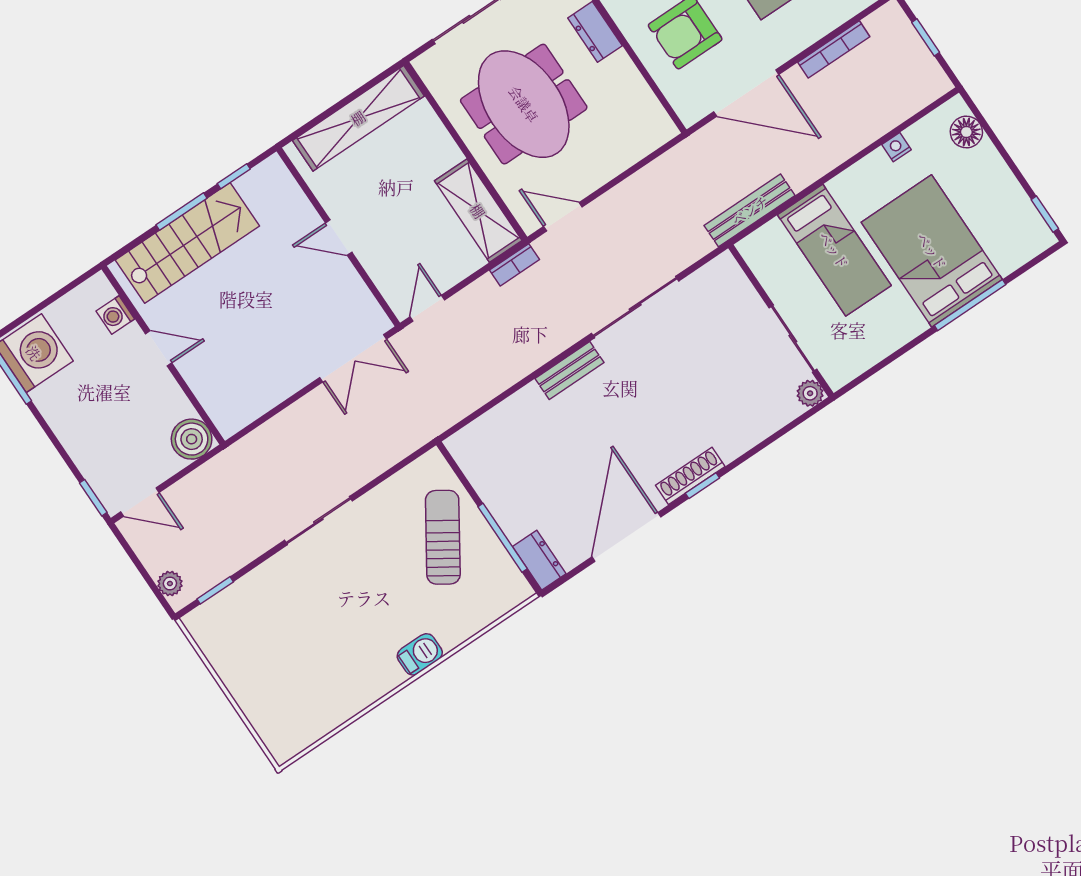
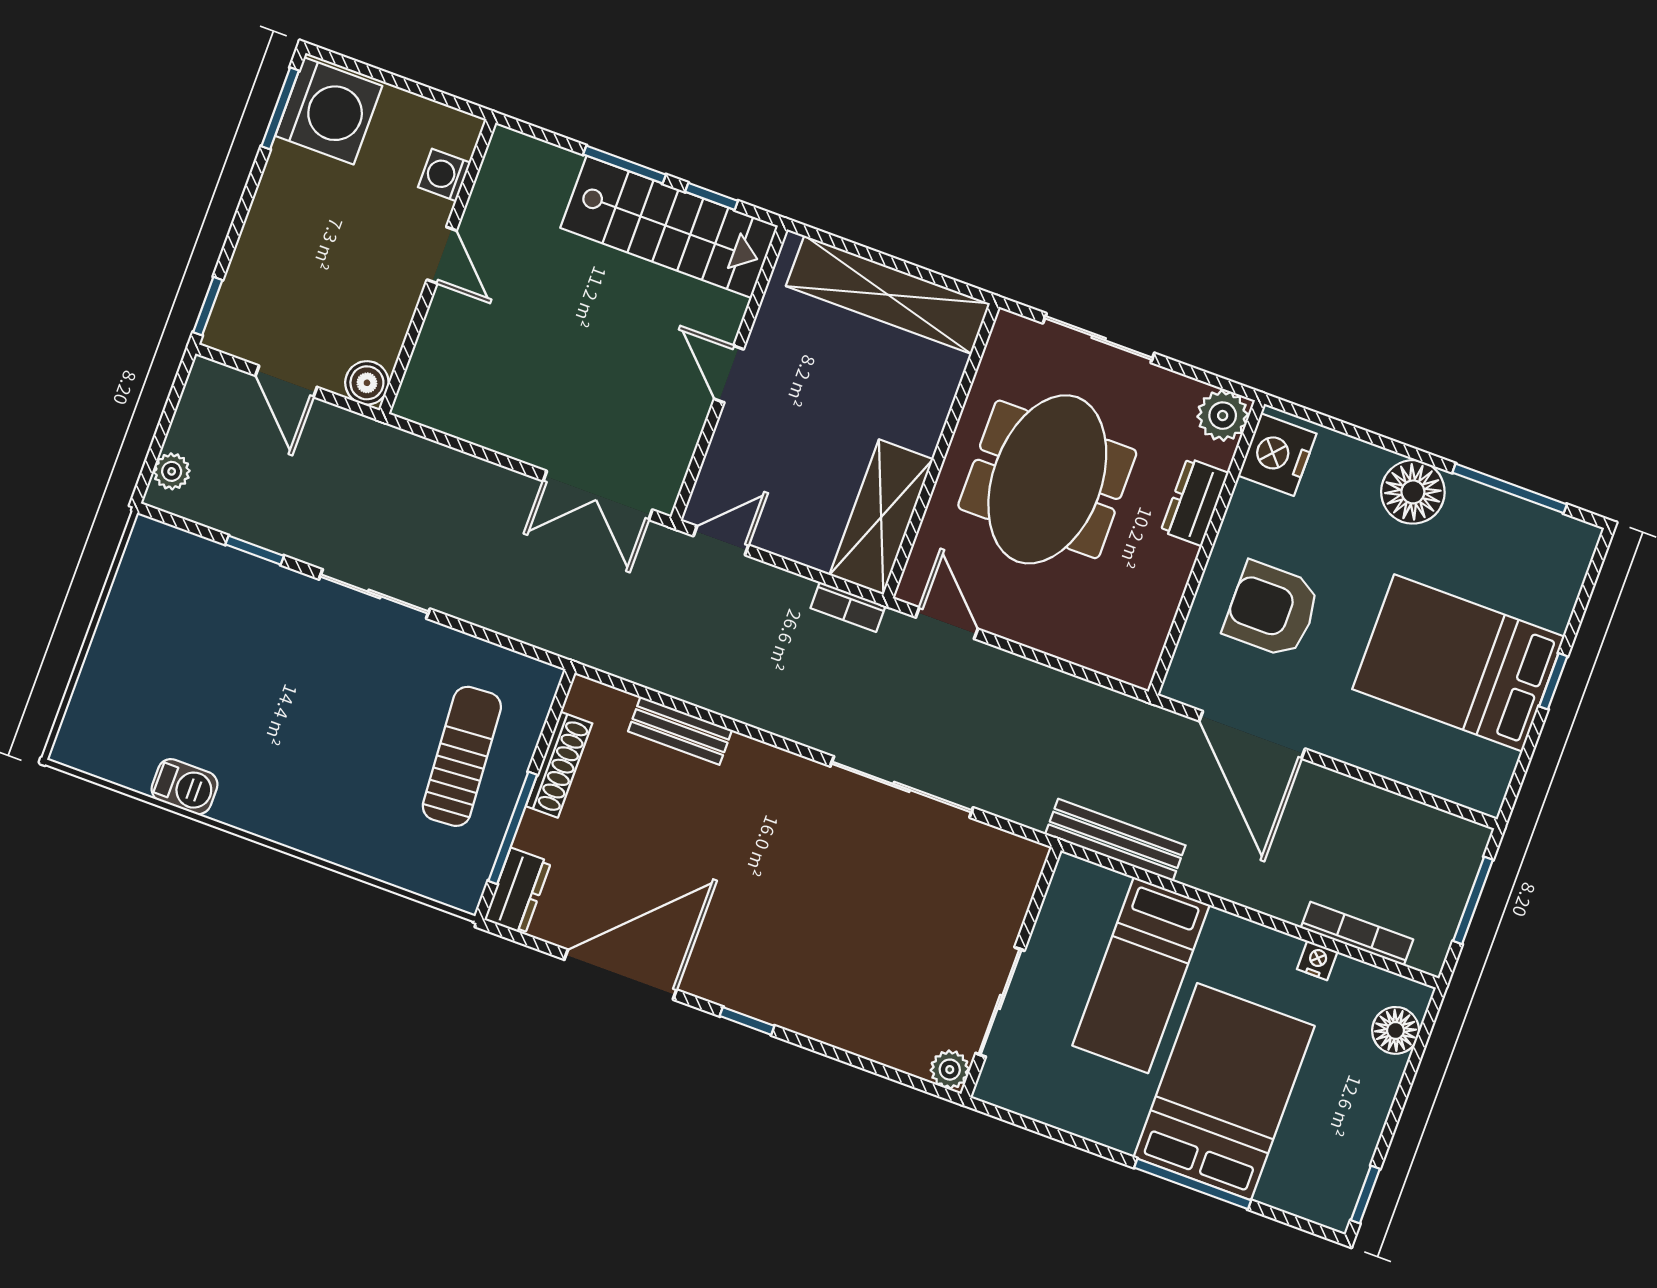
window: (926, 37) -> (1473, 900), width x1.50
bookcase: (834, 49) -> (1357, 934), moved, turned 180
stairs: (187, 243) -> (669, 227), moved
bench: (569, 371) -> (680, 731), moved
boiler: (192, 439) -> (367, 383), width x0.73, depth x0.73
shoe rack: (690, 476) -> (559, 765), moved, turned 90
door: (140, 502) -> (286, 381), moved
sun lounger: (443, 537) -> (462, 756), turned -37
window: (215, 590) -> (255, 550), moved
barbecue: (420, 654) -> (185, 787), moved

